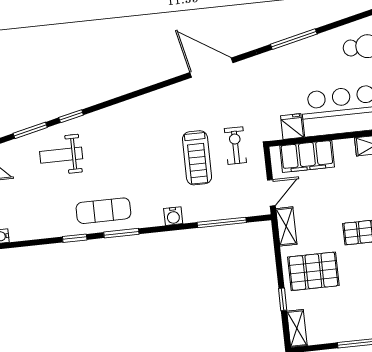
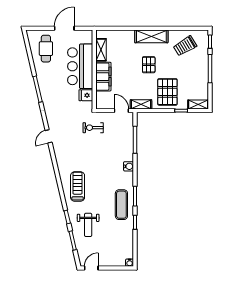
door: (211, 68) -> (49, 136), width x0.53
filing cabinet: (307, 156) -> (103, 77), moved
treadmill: (197, 158) -> (78, 187), moved, turned -90

